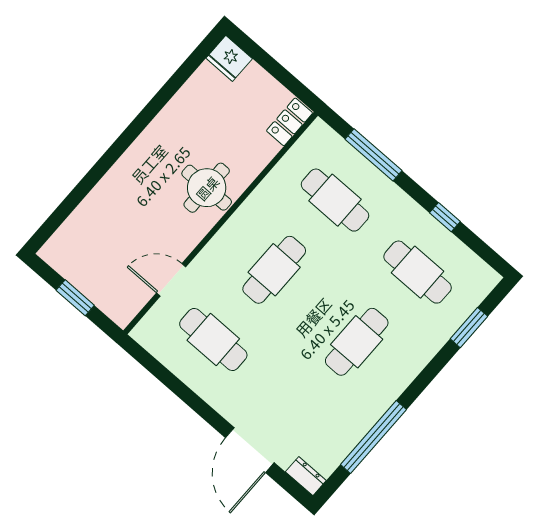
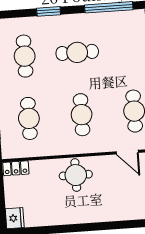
cafe table: (274, 270) -> (82, 115), turned 90
window: (469, 328) -> (49, 11), moved

